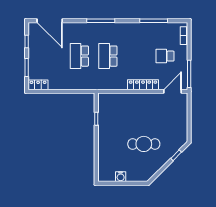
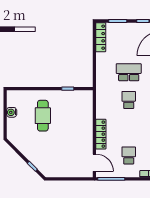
school desk: (108, 56) -> (129, 100), width x0.54
locker: (38, 85) -> (101, 37), width x1.53
cafe table: (144, 144) -> (43, 116), moved

